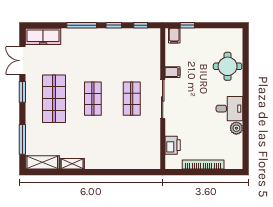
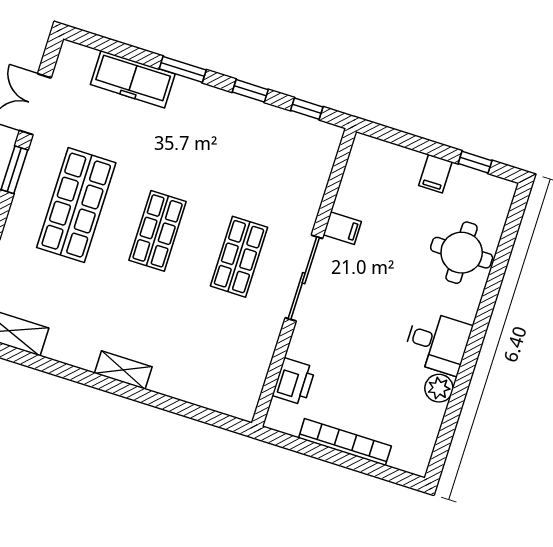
window: (82, 25) -> (183, 69), width x0.69
window: (187, 25) -> (475, 162), moved
freezer: (43, 36) -> (133, 79), moved
filing cabinet: (174, 36) -> (435, 174), moved
shelving: (72, 164) -> (123, 370), moved

